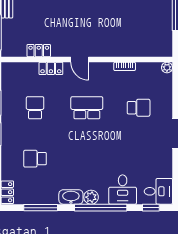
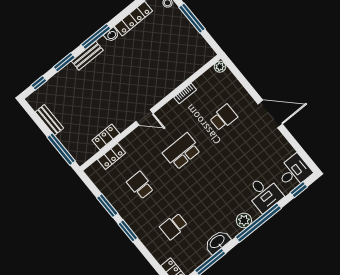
locker: (51, 68) -> (111, 156), moved
washbasin: (71, 197) -> (217, 242), moved

